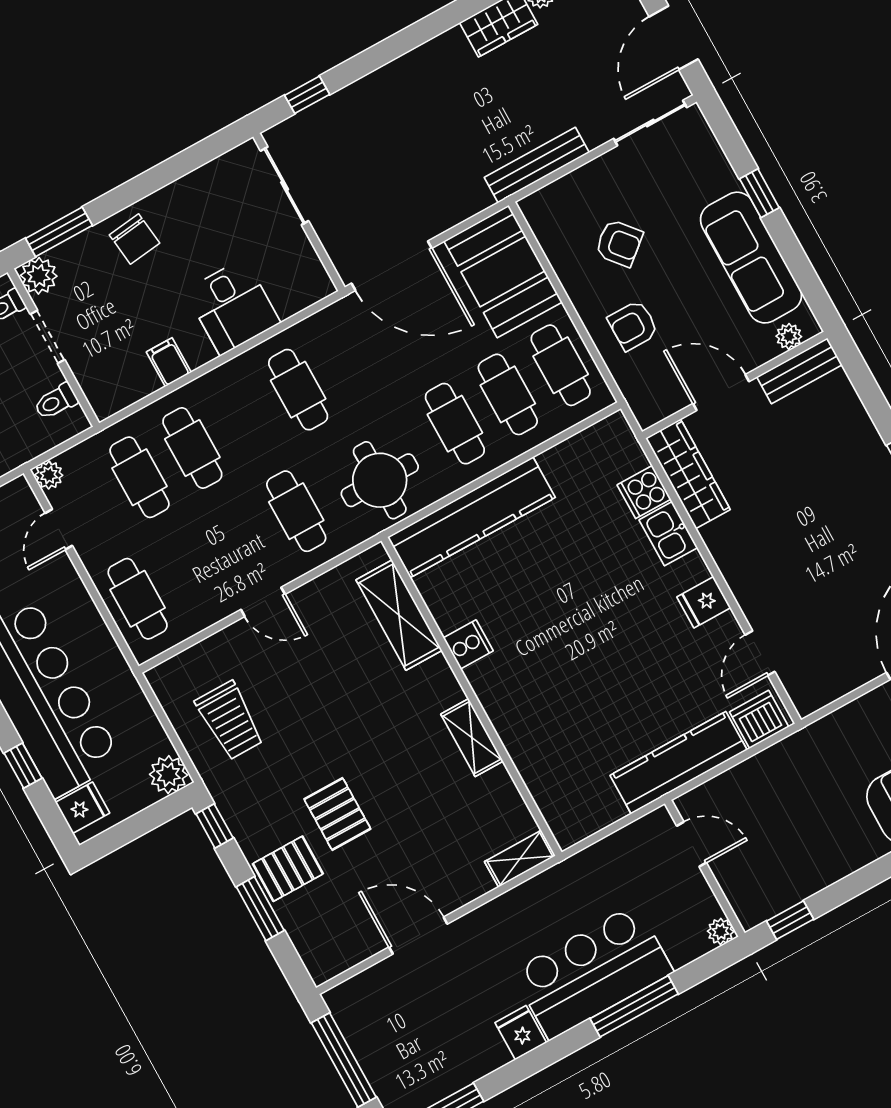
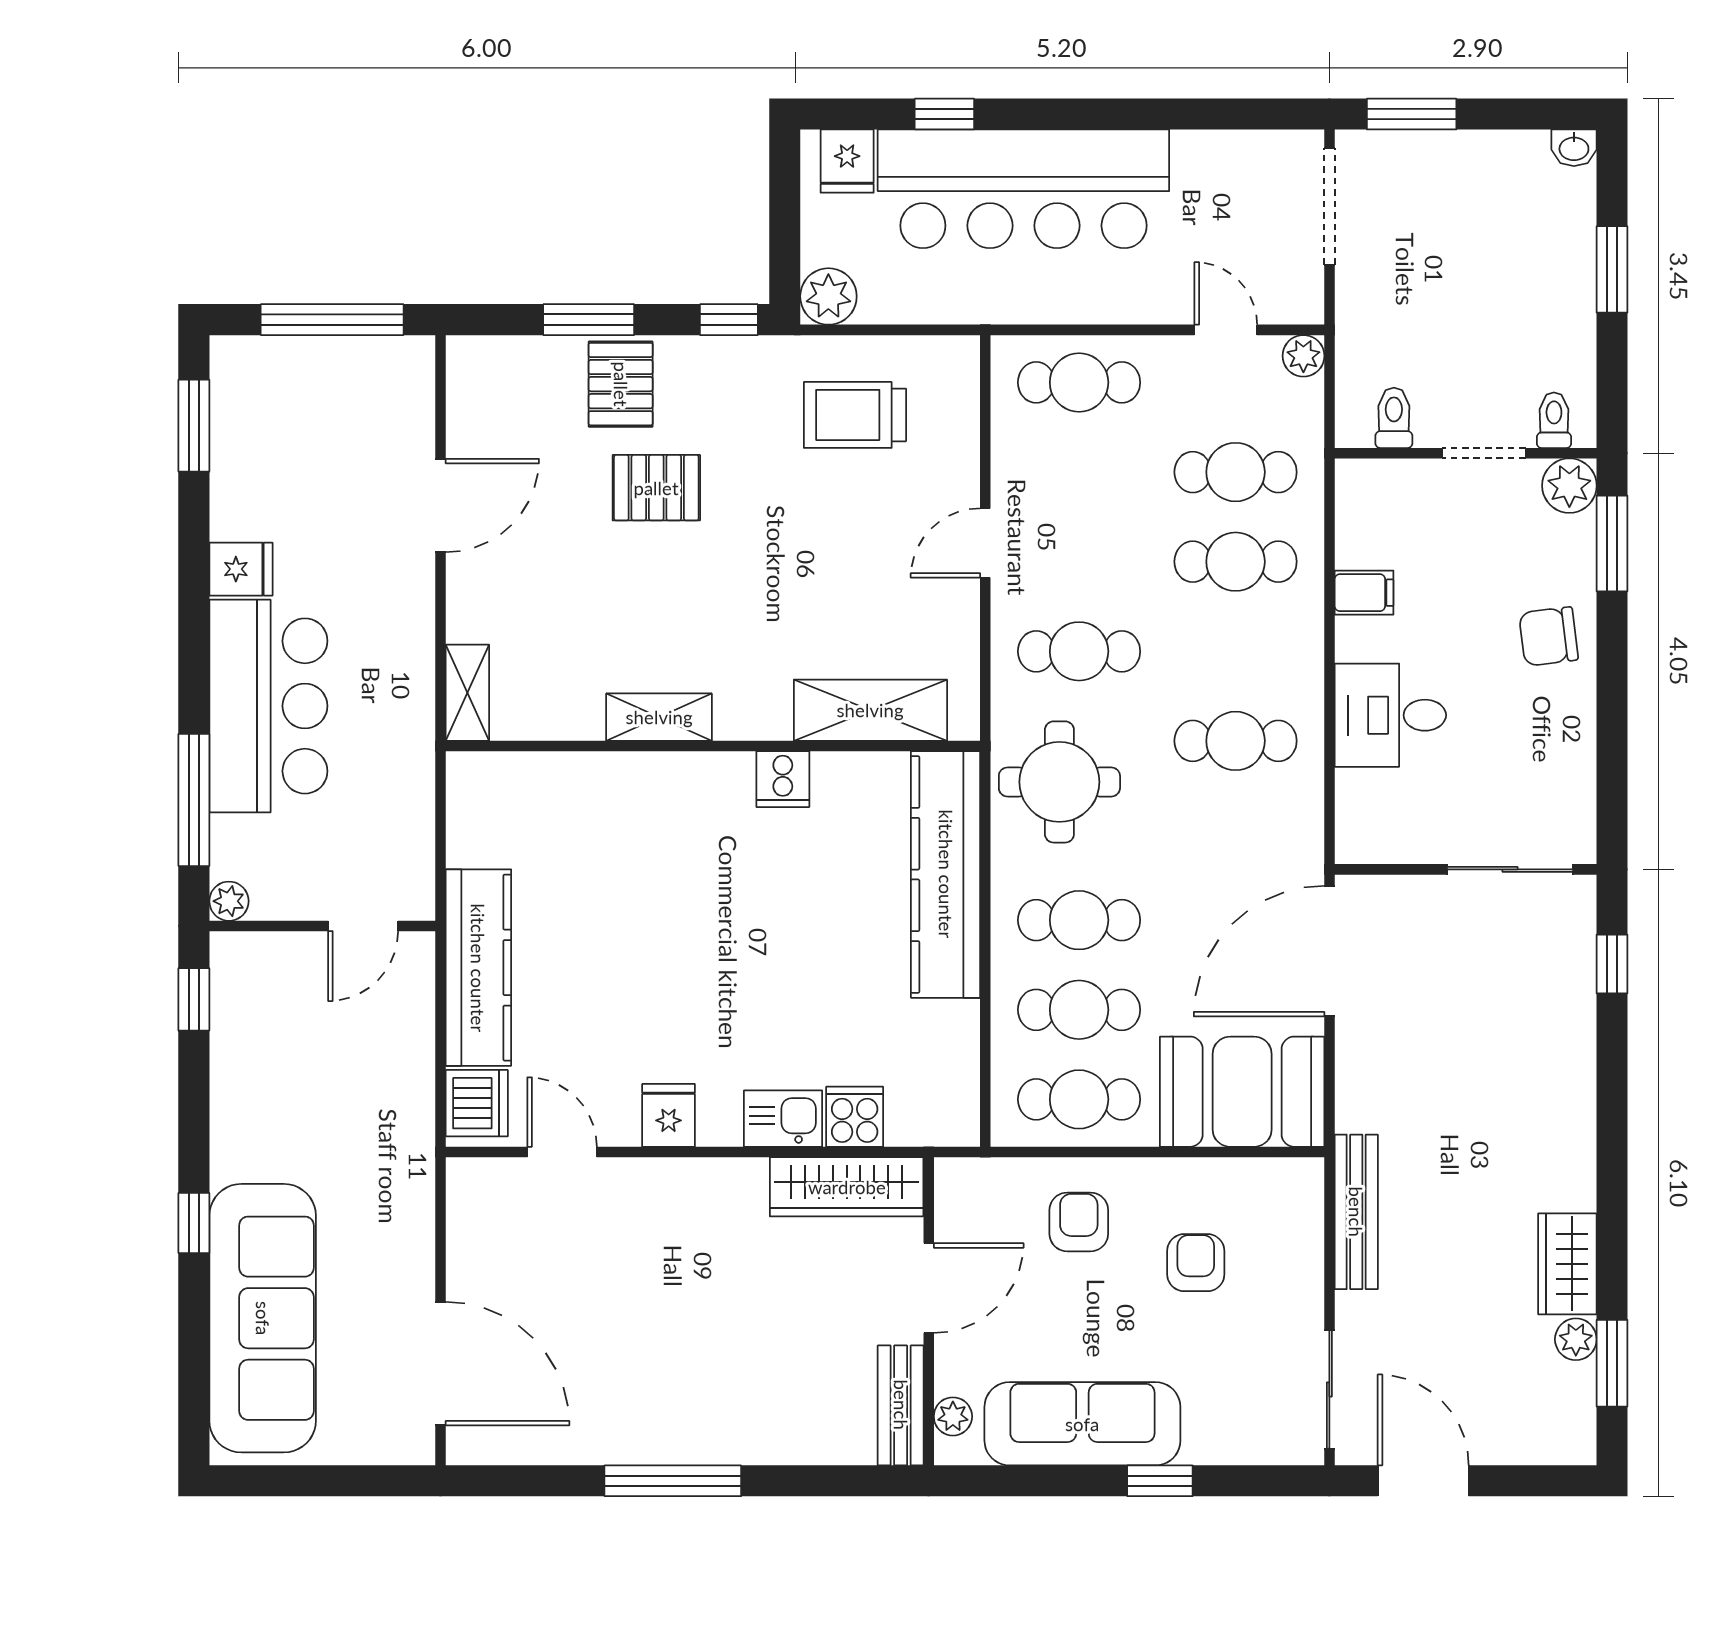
armchair: (619, 243) -> (1196, 1263), turned 130
window: (634, 1006) -> (194, 800), moved

